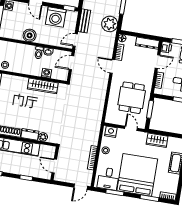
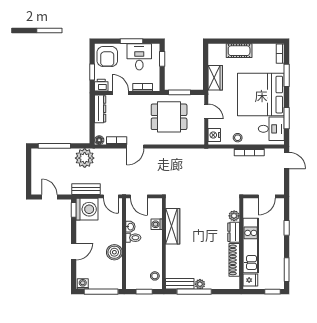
washing machine: (56, 17) -> (87, 209), moved
door: (131, 128) -> (206, 111), swing flipped

